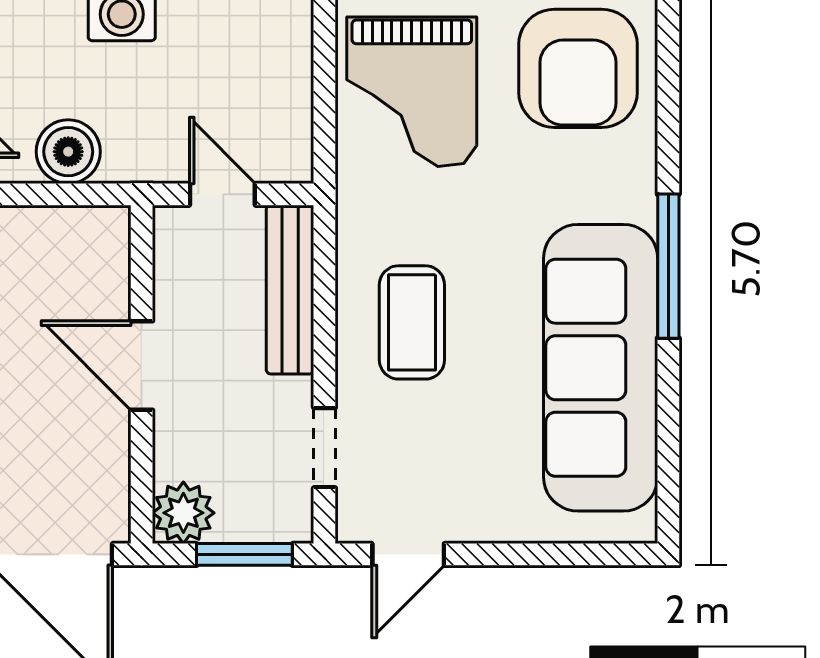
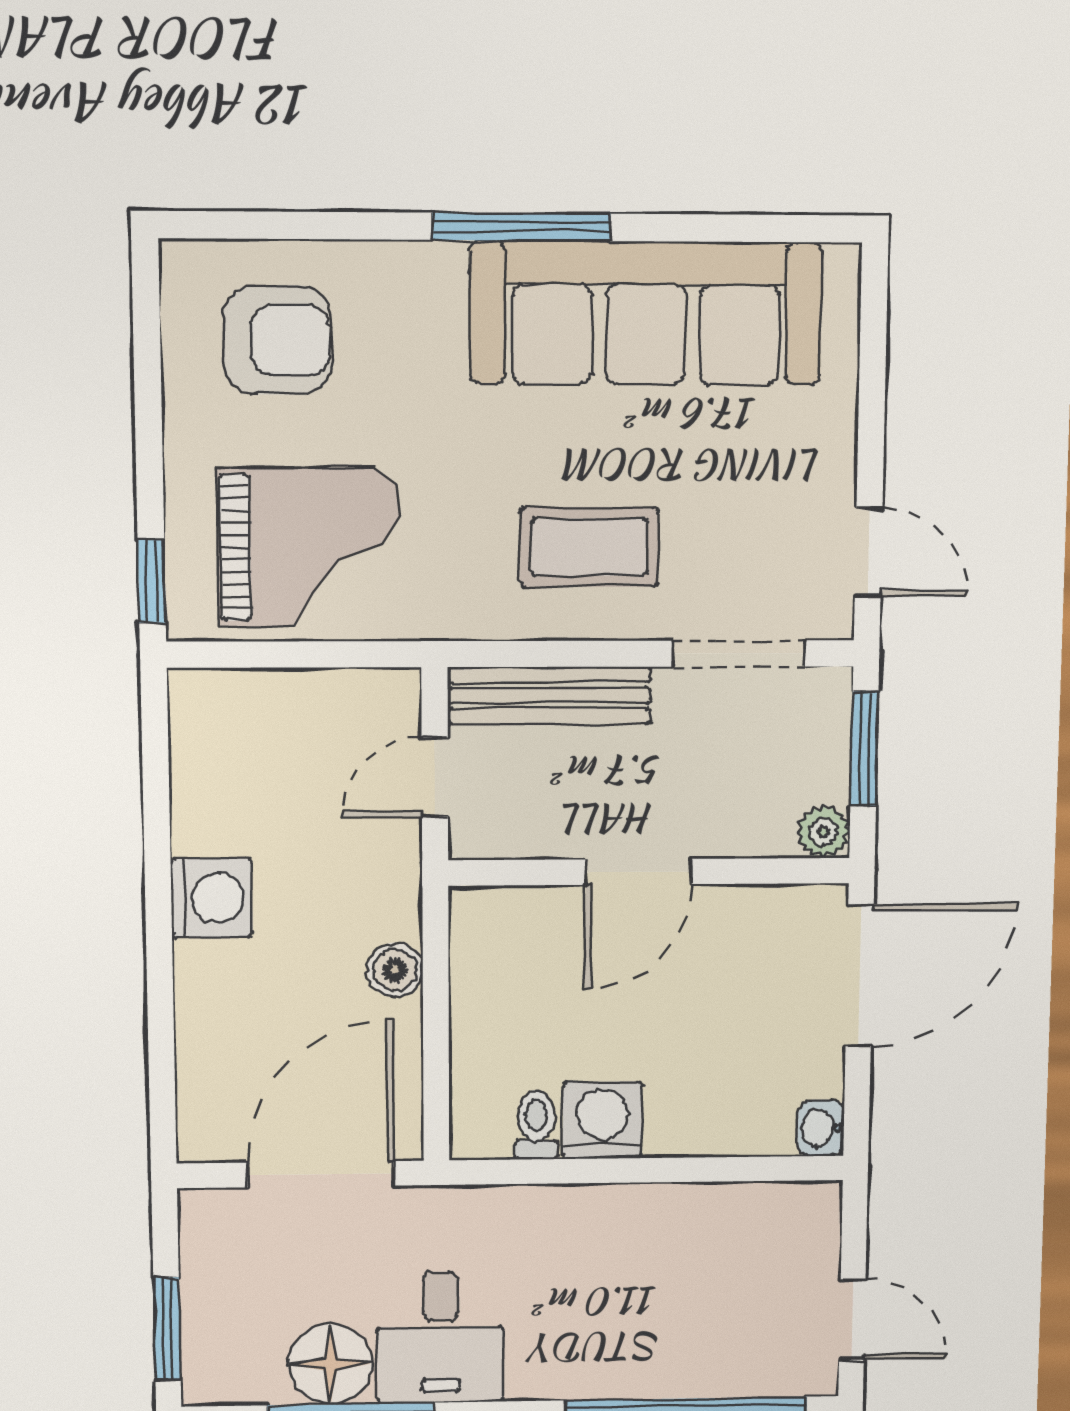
armchair: (578, 68) -> (277, 340), width x0.73, depth x0.73
boiler: (68, 152) -> (395, 970), width x0.73, depth x0.73
doorway: (324, 448) -> (739, 654), width x1.38
plant: (183, 513) -> (823, 832), width x0.73, depth x0.73

